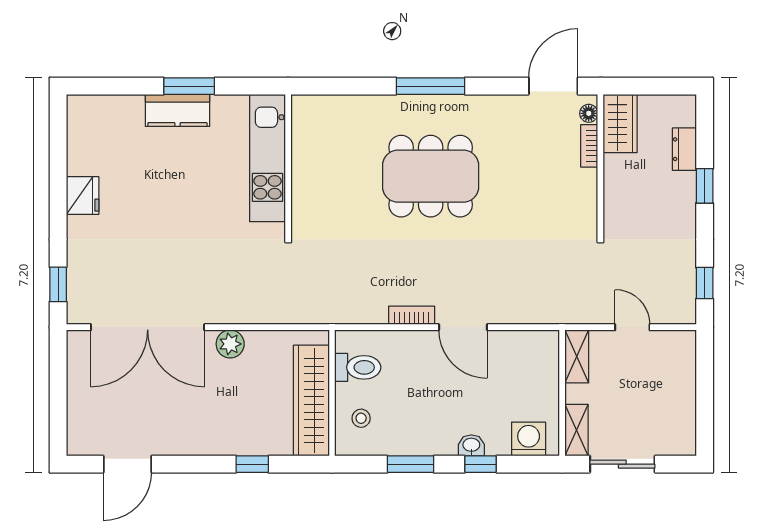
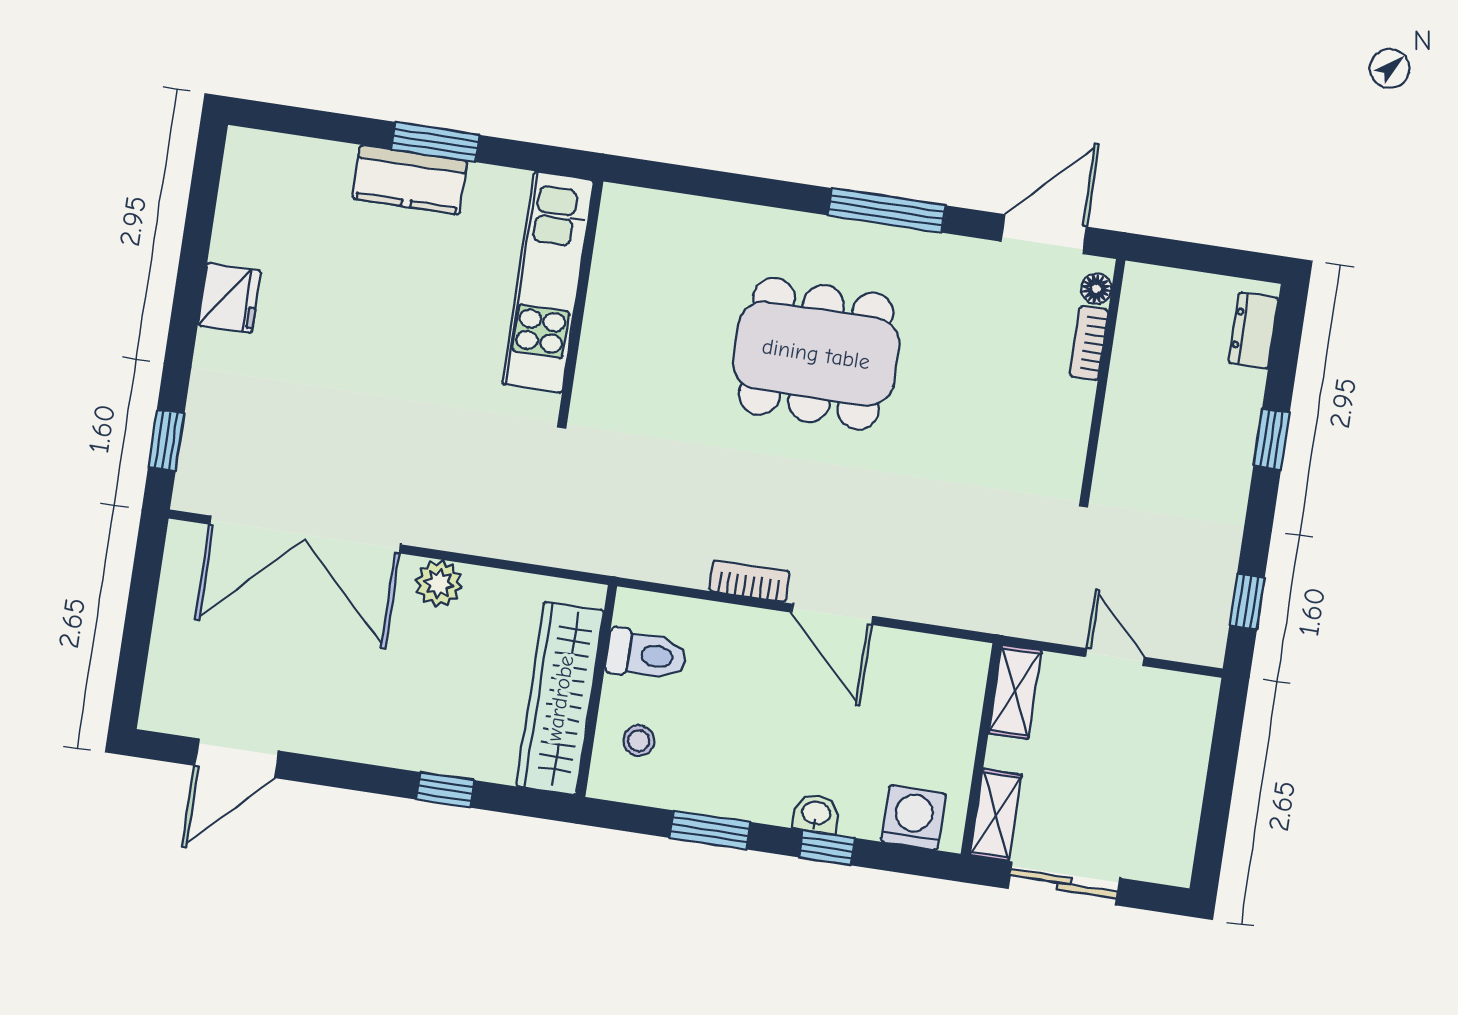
window: (430, 86) -> (887, 210), moved
wardrobe: (620, 123) -> (1146, 314), removed
dresser: (684, 149) -> (1254, 330), moved

